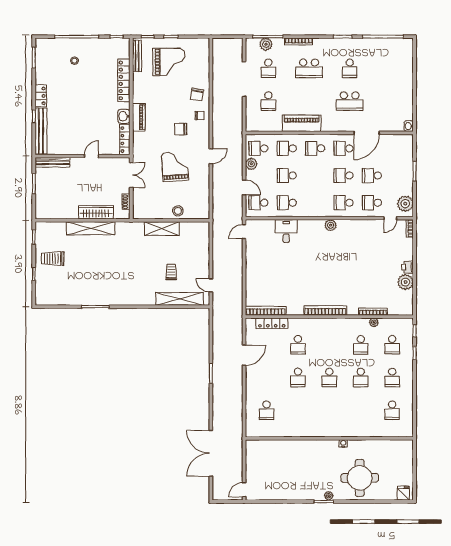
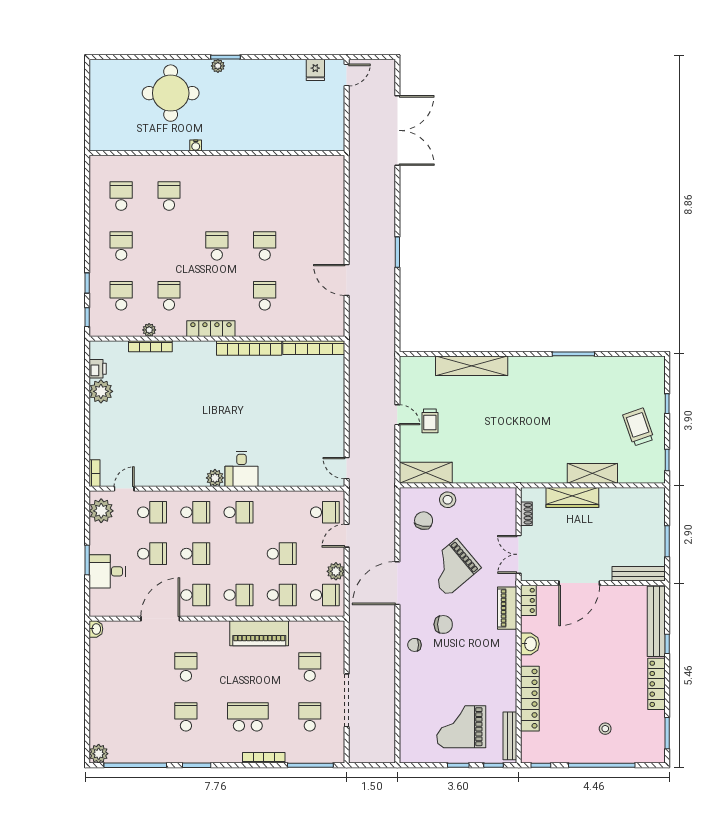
plant: (266, 44) -> (99, 754), moved
chair: (197, 95) -> (424, 521), moved
locker: (41, 96) -> (656, 684), width x1.53
school desk: (350, 101) -> (186, 667), width x0.54
piano: (139, 117) -> (507, 608), moved
locker: (125, 140) -> (528, 600), width x0.66
door: (91, 156) -> (579, 583), width x1.88
door: (211, 156) -> (397, 583), width x1.87
desk: (401, 164) -> (107, 571), added
grand piano: (175, 166) -> (452, 567), turned 54
door: (244, 187) -> (347, 536), hinge flipped
school desk: (287, 203) -> (238, 512), moved
shelving: (91, 228) -> (592, 473), width x0.68
shelving: (162, 229) -> (426, 473), moved
desk: (286, 231) -> (241, 469), moved
door: (244, 232) -> (347, 468), swing flipped
trolley: (53, 259) -> (638, 427), turned -109
printer: (408, 267) -> (98, 369), moved
trolley: (171, 272) -> (430, 421), moved
door: (211, 285) -> (397, 415), moved
shelving: (180, 299) -> (472, 366), moved
bookcase: (325, 310) -> (249, 348), moved
locker: (272, 323) -> (211, 329), moved
door: (244, 355) -> (347, 280), hinge flipped
school desk: (361, 378) -> (169, 196), moved
school desk: (267, 410) -> (313, 196), removed
fridge: (403, 493) -> (315, 70), moved

